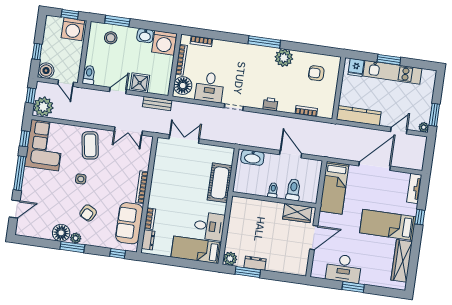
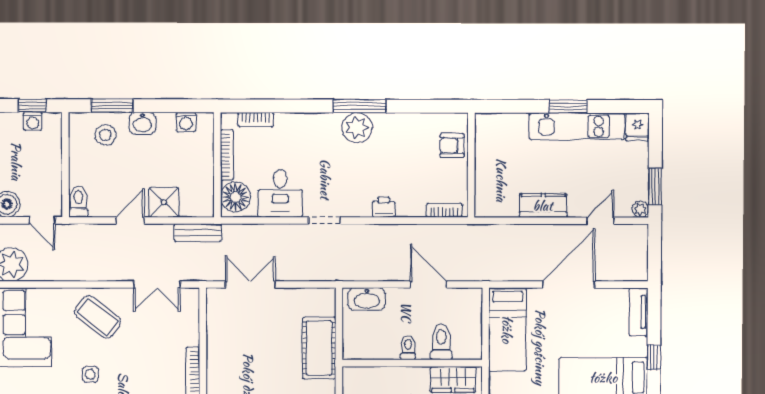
washing machine: (73, 29) -> (33, 121), width x0.53, depth x0.53
washbasin: (145, 36) -> (142, 123), moved
washing machine: (164, 43) -> (186, 122), width x0.53, depth x0.53
plant: (284, 58) -> (357, 128), moved
fridge: (356, 67) -> (638, 127), moved
wall: (339, 88) -> (471, 165), moved
kitchen counter: (359, 116) -> (543, 206), width x0.67
coffee table: (90, 145) -> (98, 317), turned -43

